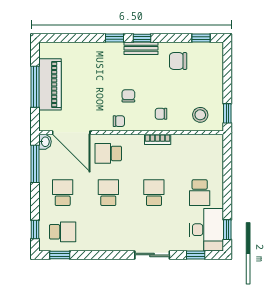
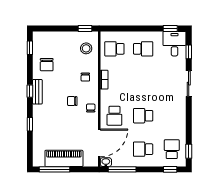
window: (115, 38) -> (30, 124), moved
window: (35, 87) -> (55, 169), moved
school desk: (154, 193) -> (114, 49), moved
desk: (207, 230) -> (175, 44), width x0.73

